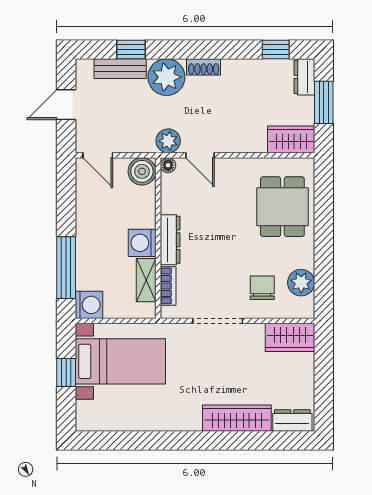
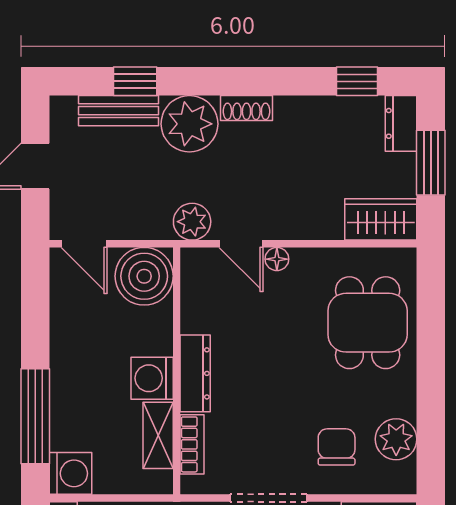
floor lamp: (168, 165) -> (277, 259), moved
boiler: (142, 171) -> (144, 276), width x1.37, depth x1.37

